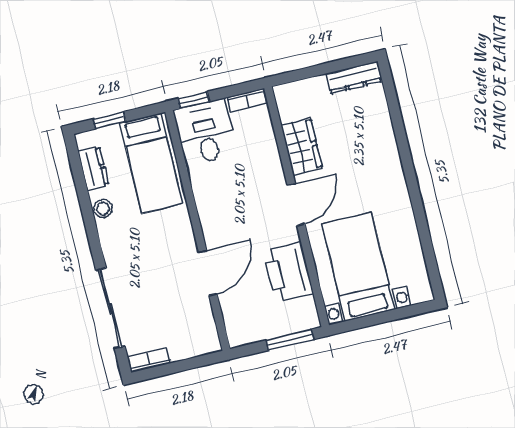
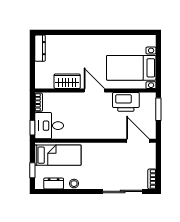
door: (208, 273) -> (138, 141), moved

